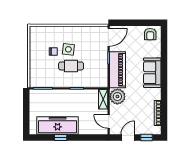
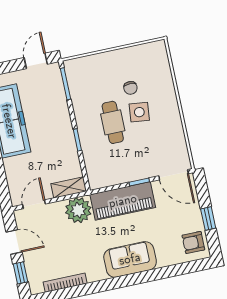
window: (138, 23) -> (208, 219), added
door: (26, 103) -> (36, 61), added

